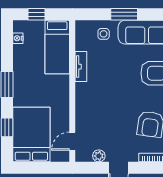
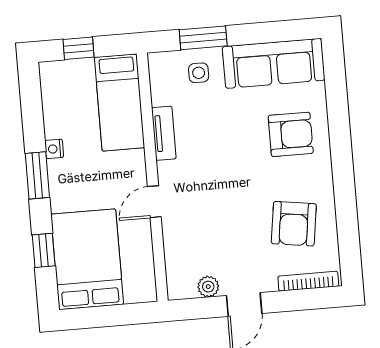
window: (124, 14) -> (203, 38), moved
nightstand: (18, 38) -> (54, 149), moved
door: (72, 141) -> (154, 202), moved

